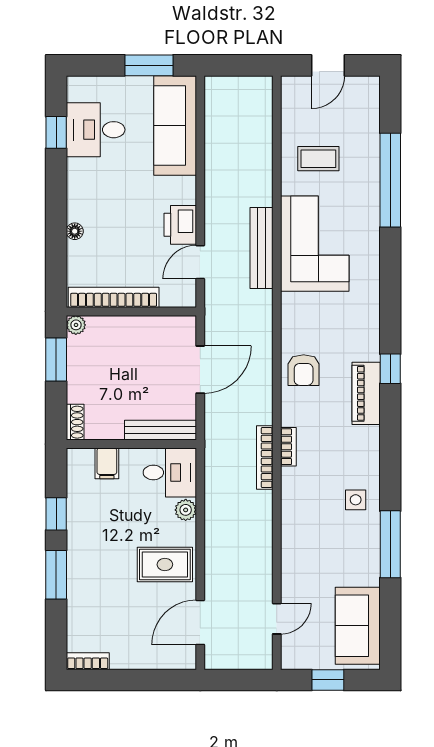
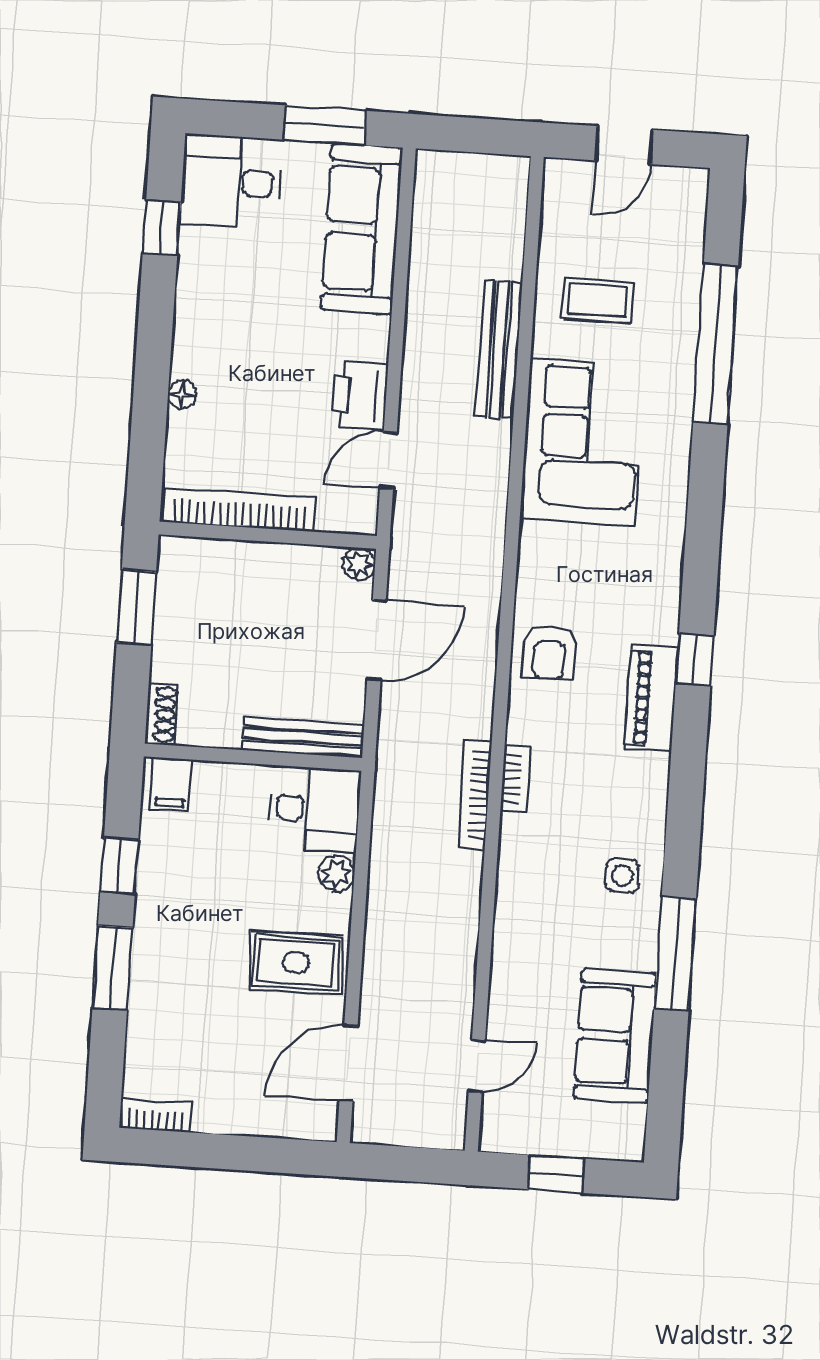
desk: (96, 130) -> (231, 182), moved
bench: (262, 248) -> (499, 350), moved
plant: (76, 325) -> (359, 564), moved
filing cabinet: (107, 463) -> (171, 784), moved
sofa: (358, 626) -> (615, 1036), moved

